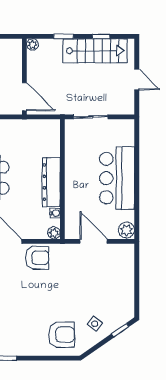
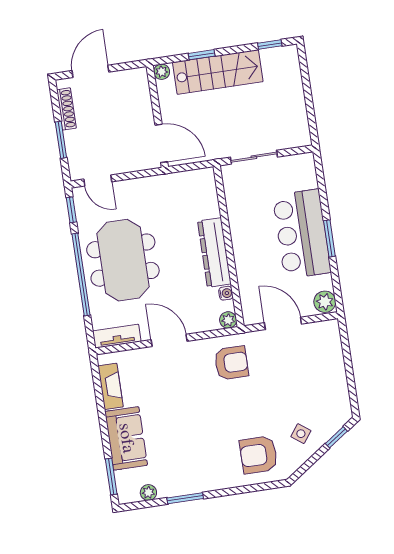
window: (101, 36) -> (270, 45), moved
stairs: (95, 51) -> (218, 72), moved
door: (137, 79) -> (308, 98), removed
window: (137, 184) -> (329, 238), added
armchair: (37, 258) -> (231, 363), moved
armchair: (61, 335) -> (259, 455), turned 180

